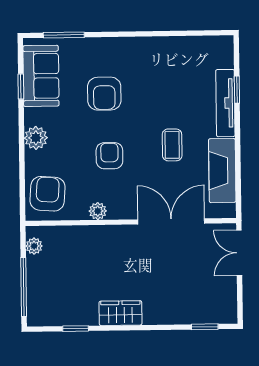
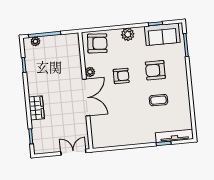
tv unit: (225, 103) -> (174, 136), moved
coffee table: (172, 145) -> (158, 100), moved
fireplace: (222, 171) -> (118, 139), removed
double door: (171, 221) -> (86, 97), moved
plant: (34, 246) -> (35, 41), moved
wardrobe: (120, 313) -> (36, 108), moved

